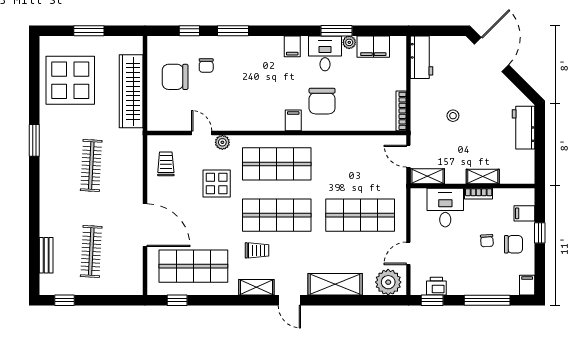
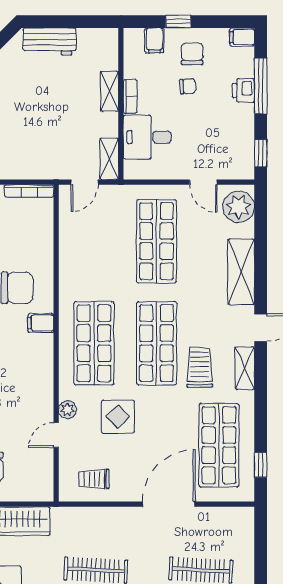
stool: (453, 116) -> (35, 128), removed
trolley: (257, 250) -> (200, 367), width x1.36, depth x1.39
printer: (436, 286) -> (243, 91), moved

